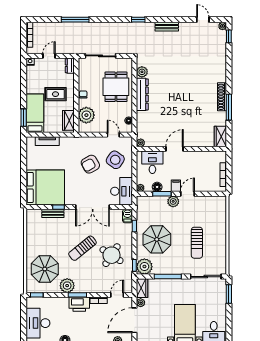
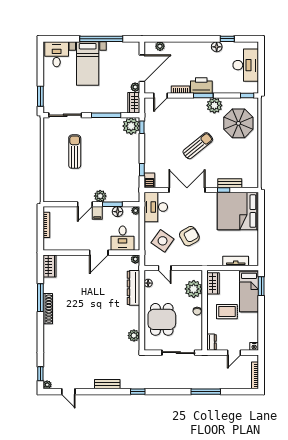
dresser: (142, 94) -> (133, 288), moved
parasol: (157, 239) -> (118, 155), removed
round table: (112, 255) -> (167, 138), removed

